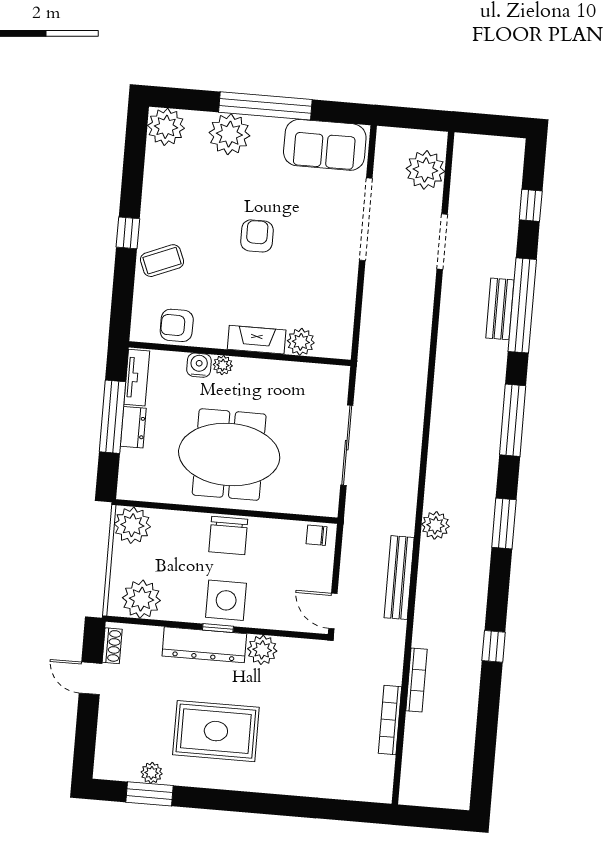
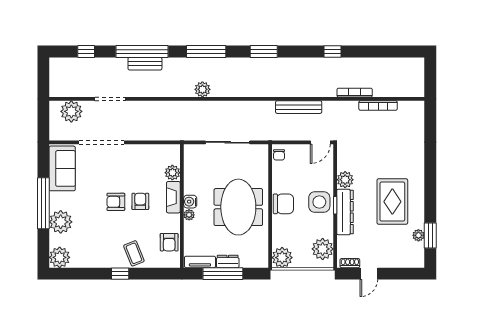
armchair: (254, 280) -> (140, 201), added
water cooler: (199, 365) -> (190, 202), moved
plant: (435, 525) -> (202, 89), moved

